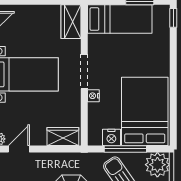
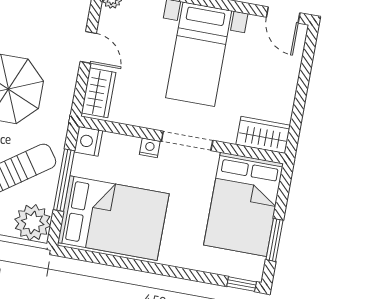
bed: (120, 19) -> (243, 204), width x1.50
nightstand: (111, 137) -> (88, 141), moved
door: (19, 149) -> (88, 47), moved

